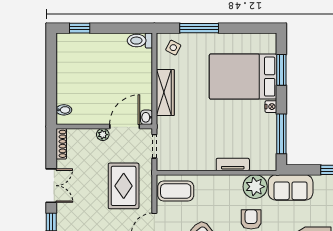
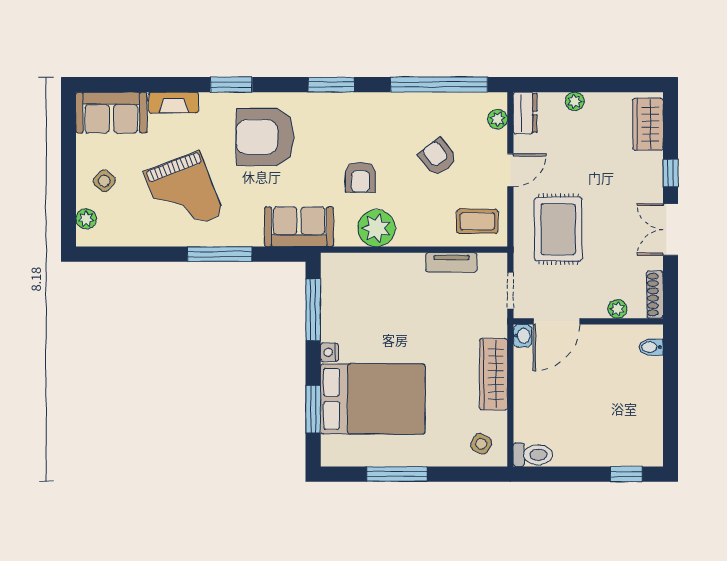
window: (199, 28) -> (397, 474), moved
plant: (103, 135) -> (617, 309), moved
tv unit: (233, 164) -> (451, 262), moved
plant: (255, 187) -> (377, 228), moved
coffee table: (176, 191) -> (477, 221), width x0.73, depth x0.77

